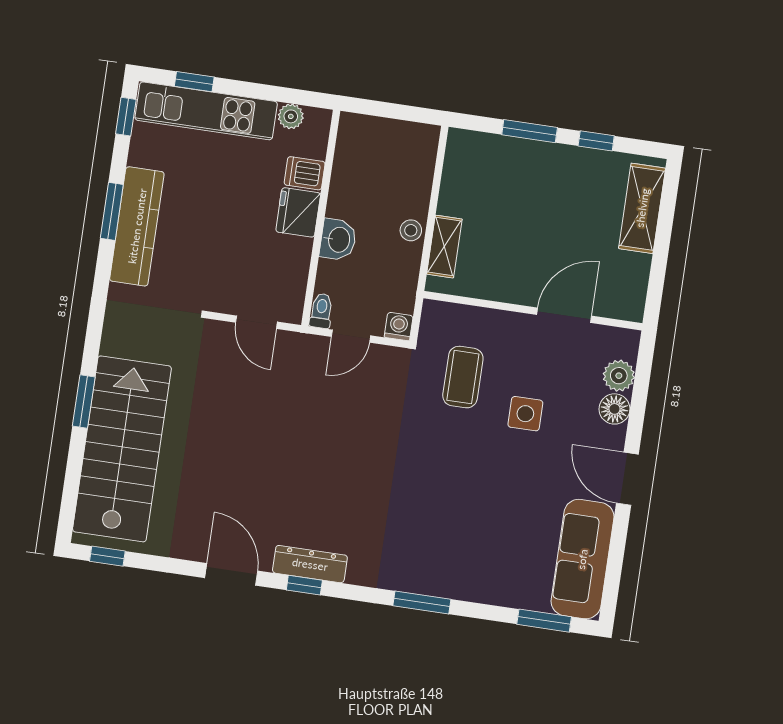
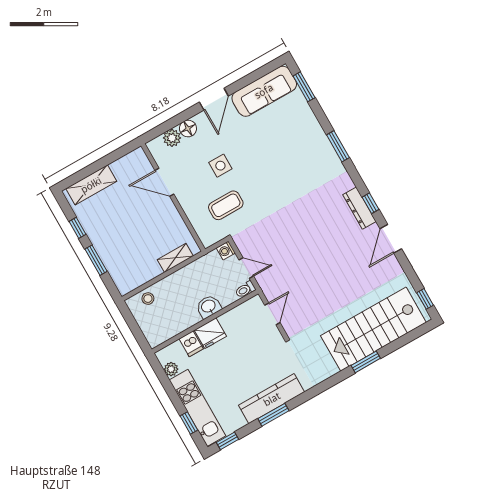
stool: (411, 230) -> (148, 299), moved

